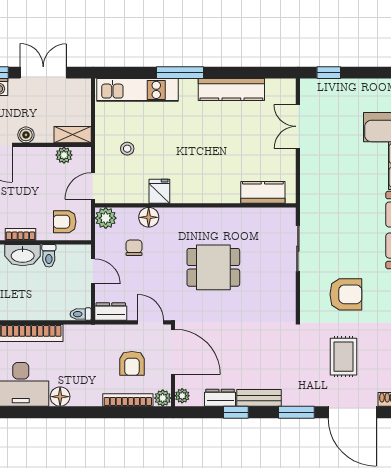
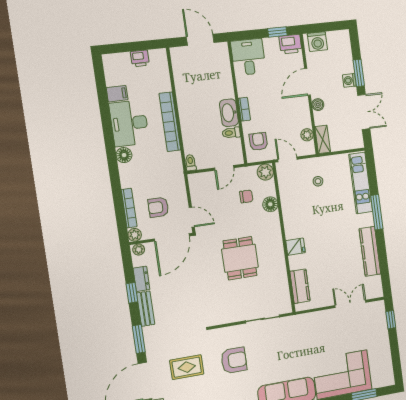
fridge: (159, 191) -> (295, 247), moved
armchair: (346, 294) -> (234, 360), turned -90
dresser: (111, 312) -> (196, 185), removed
door: (151, 322) -> (192, 217), hinge flipped

